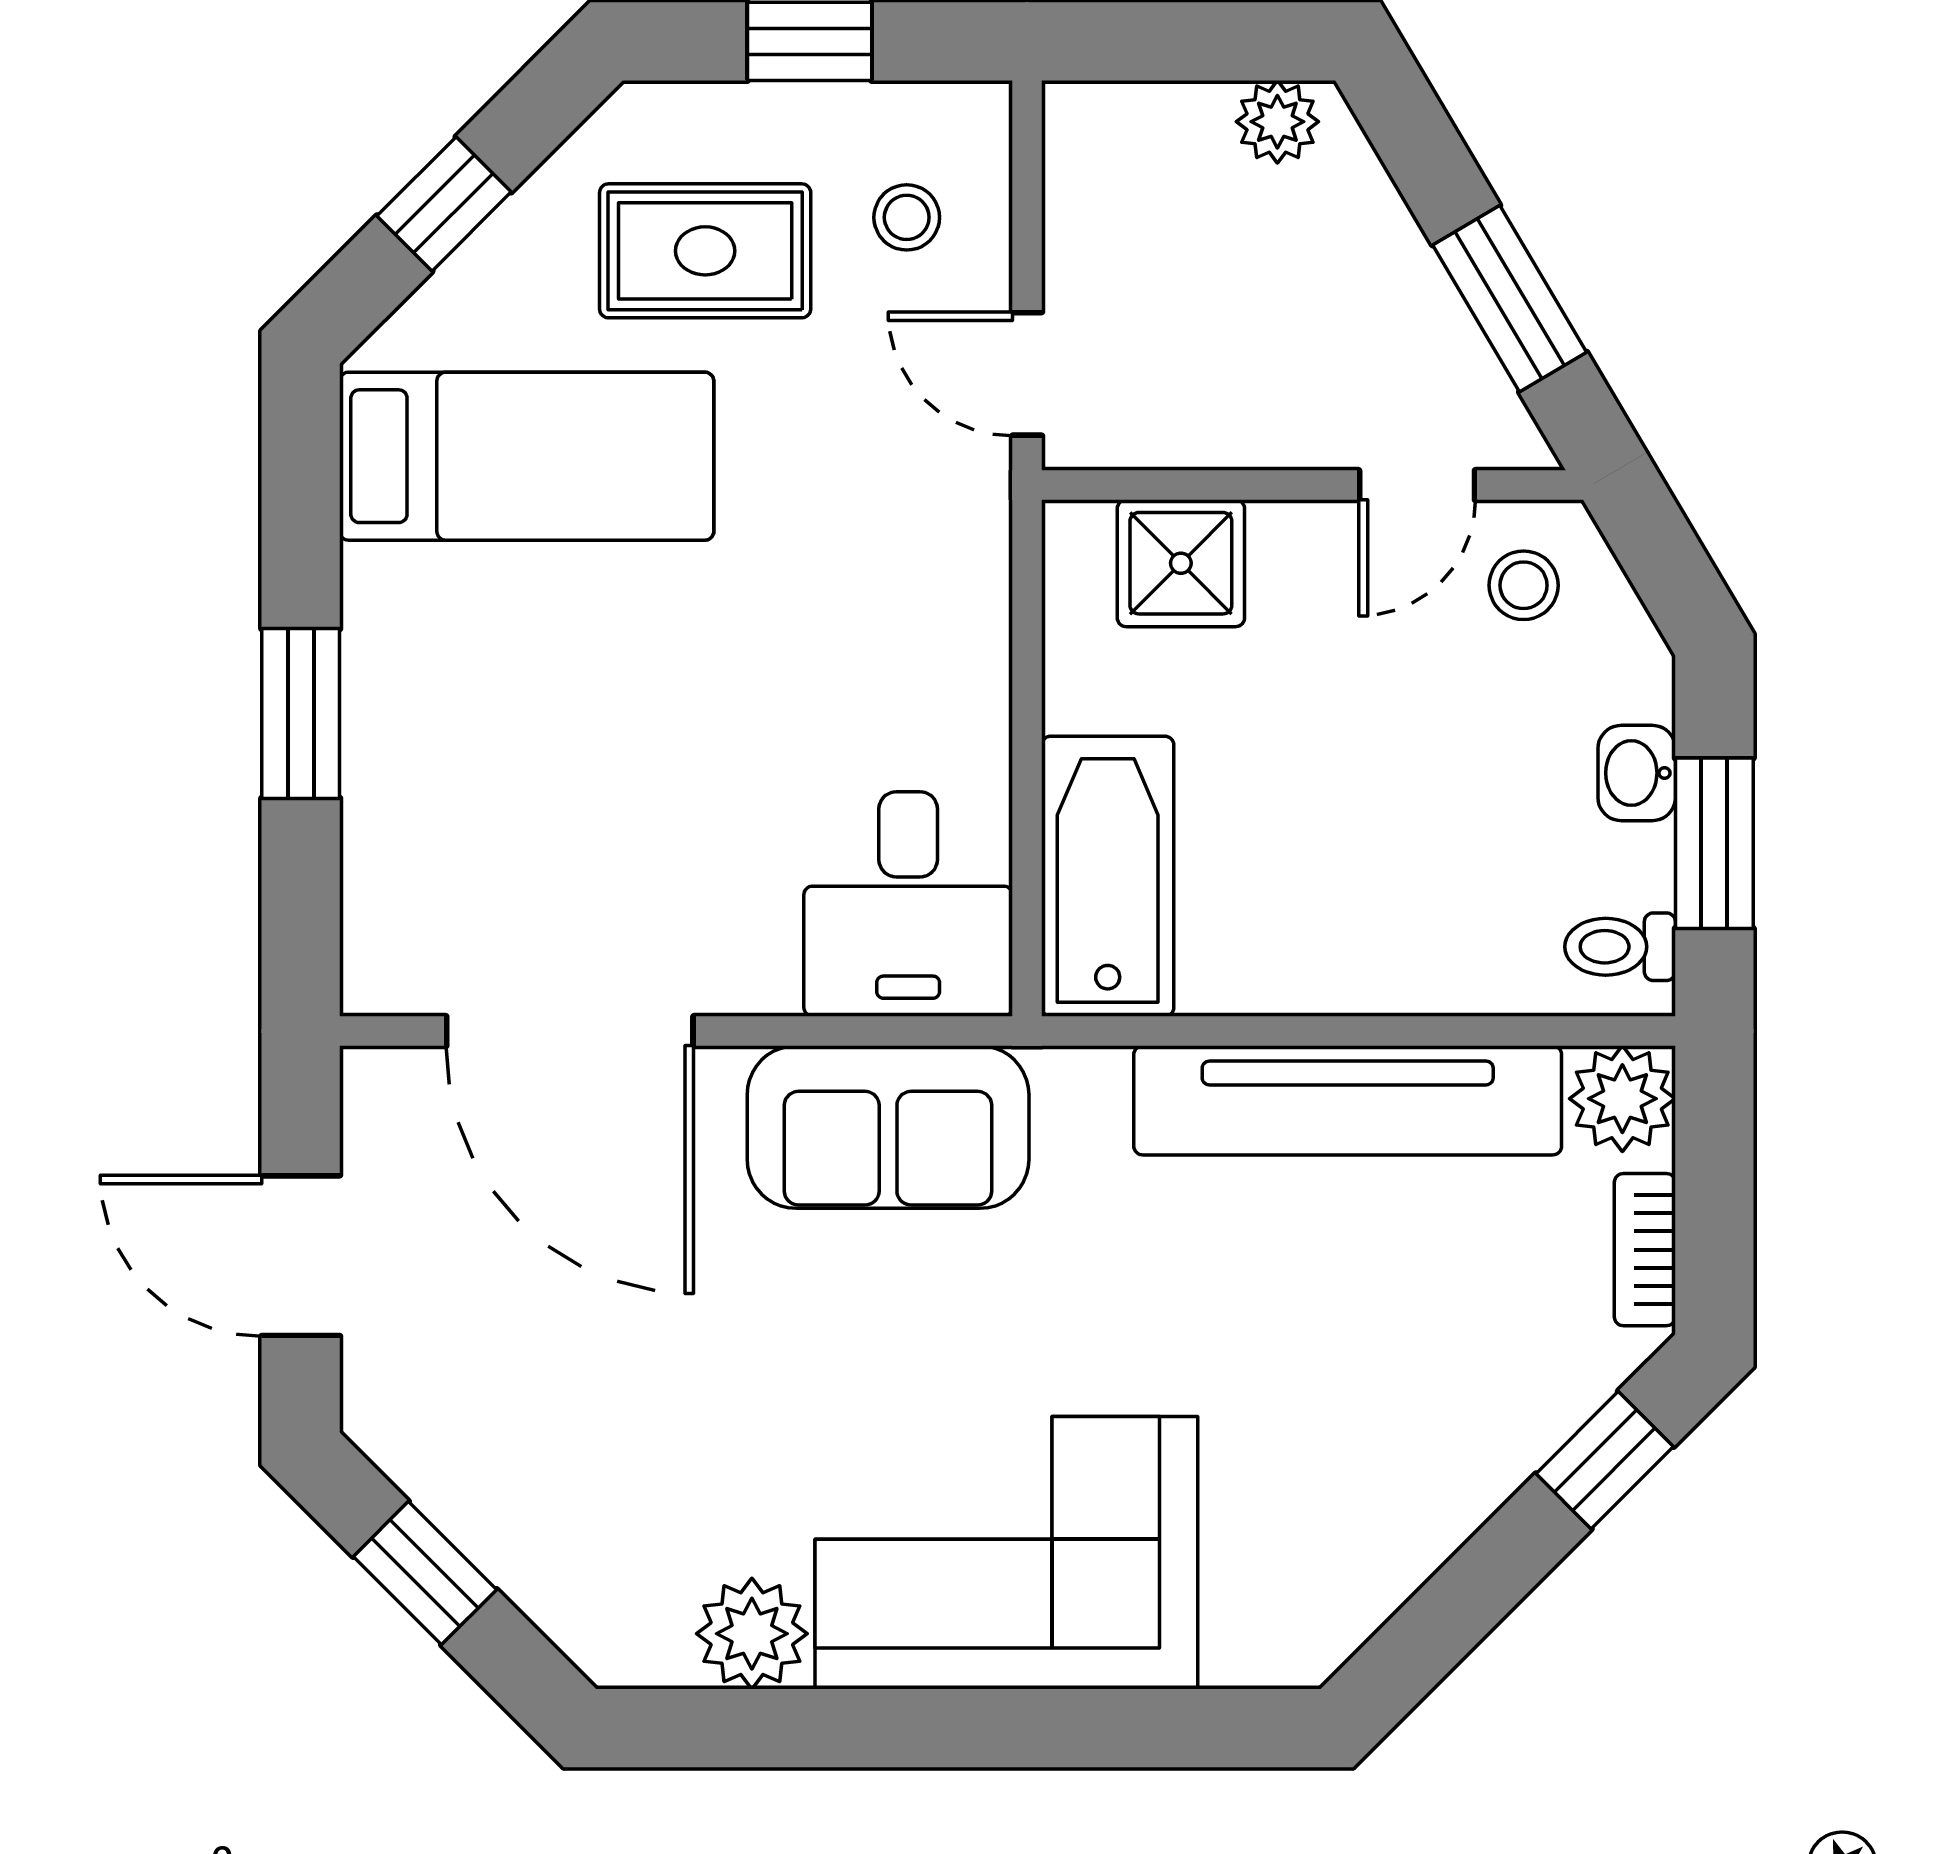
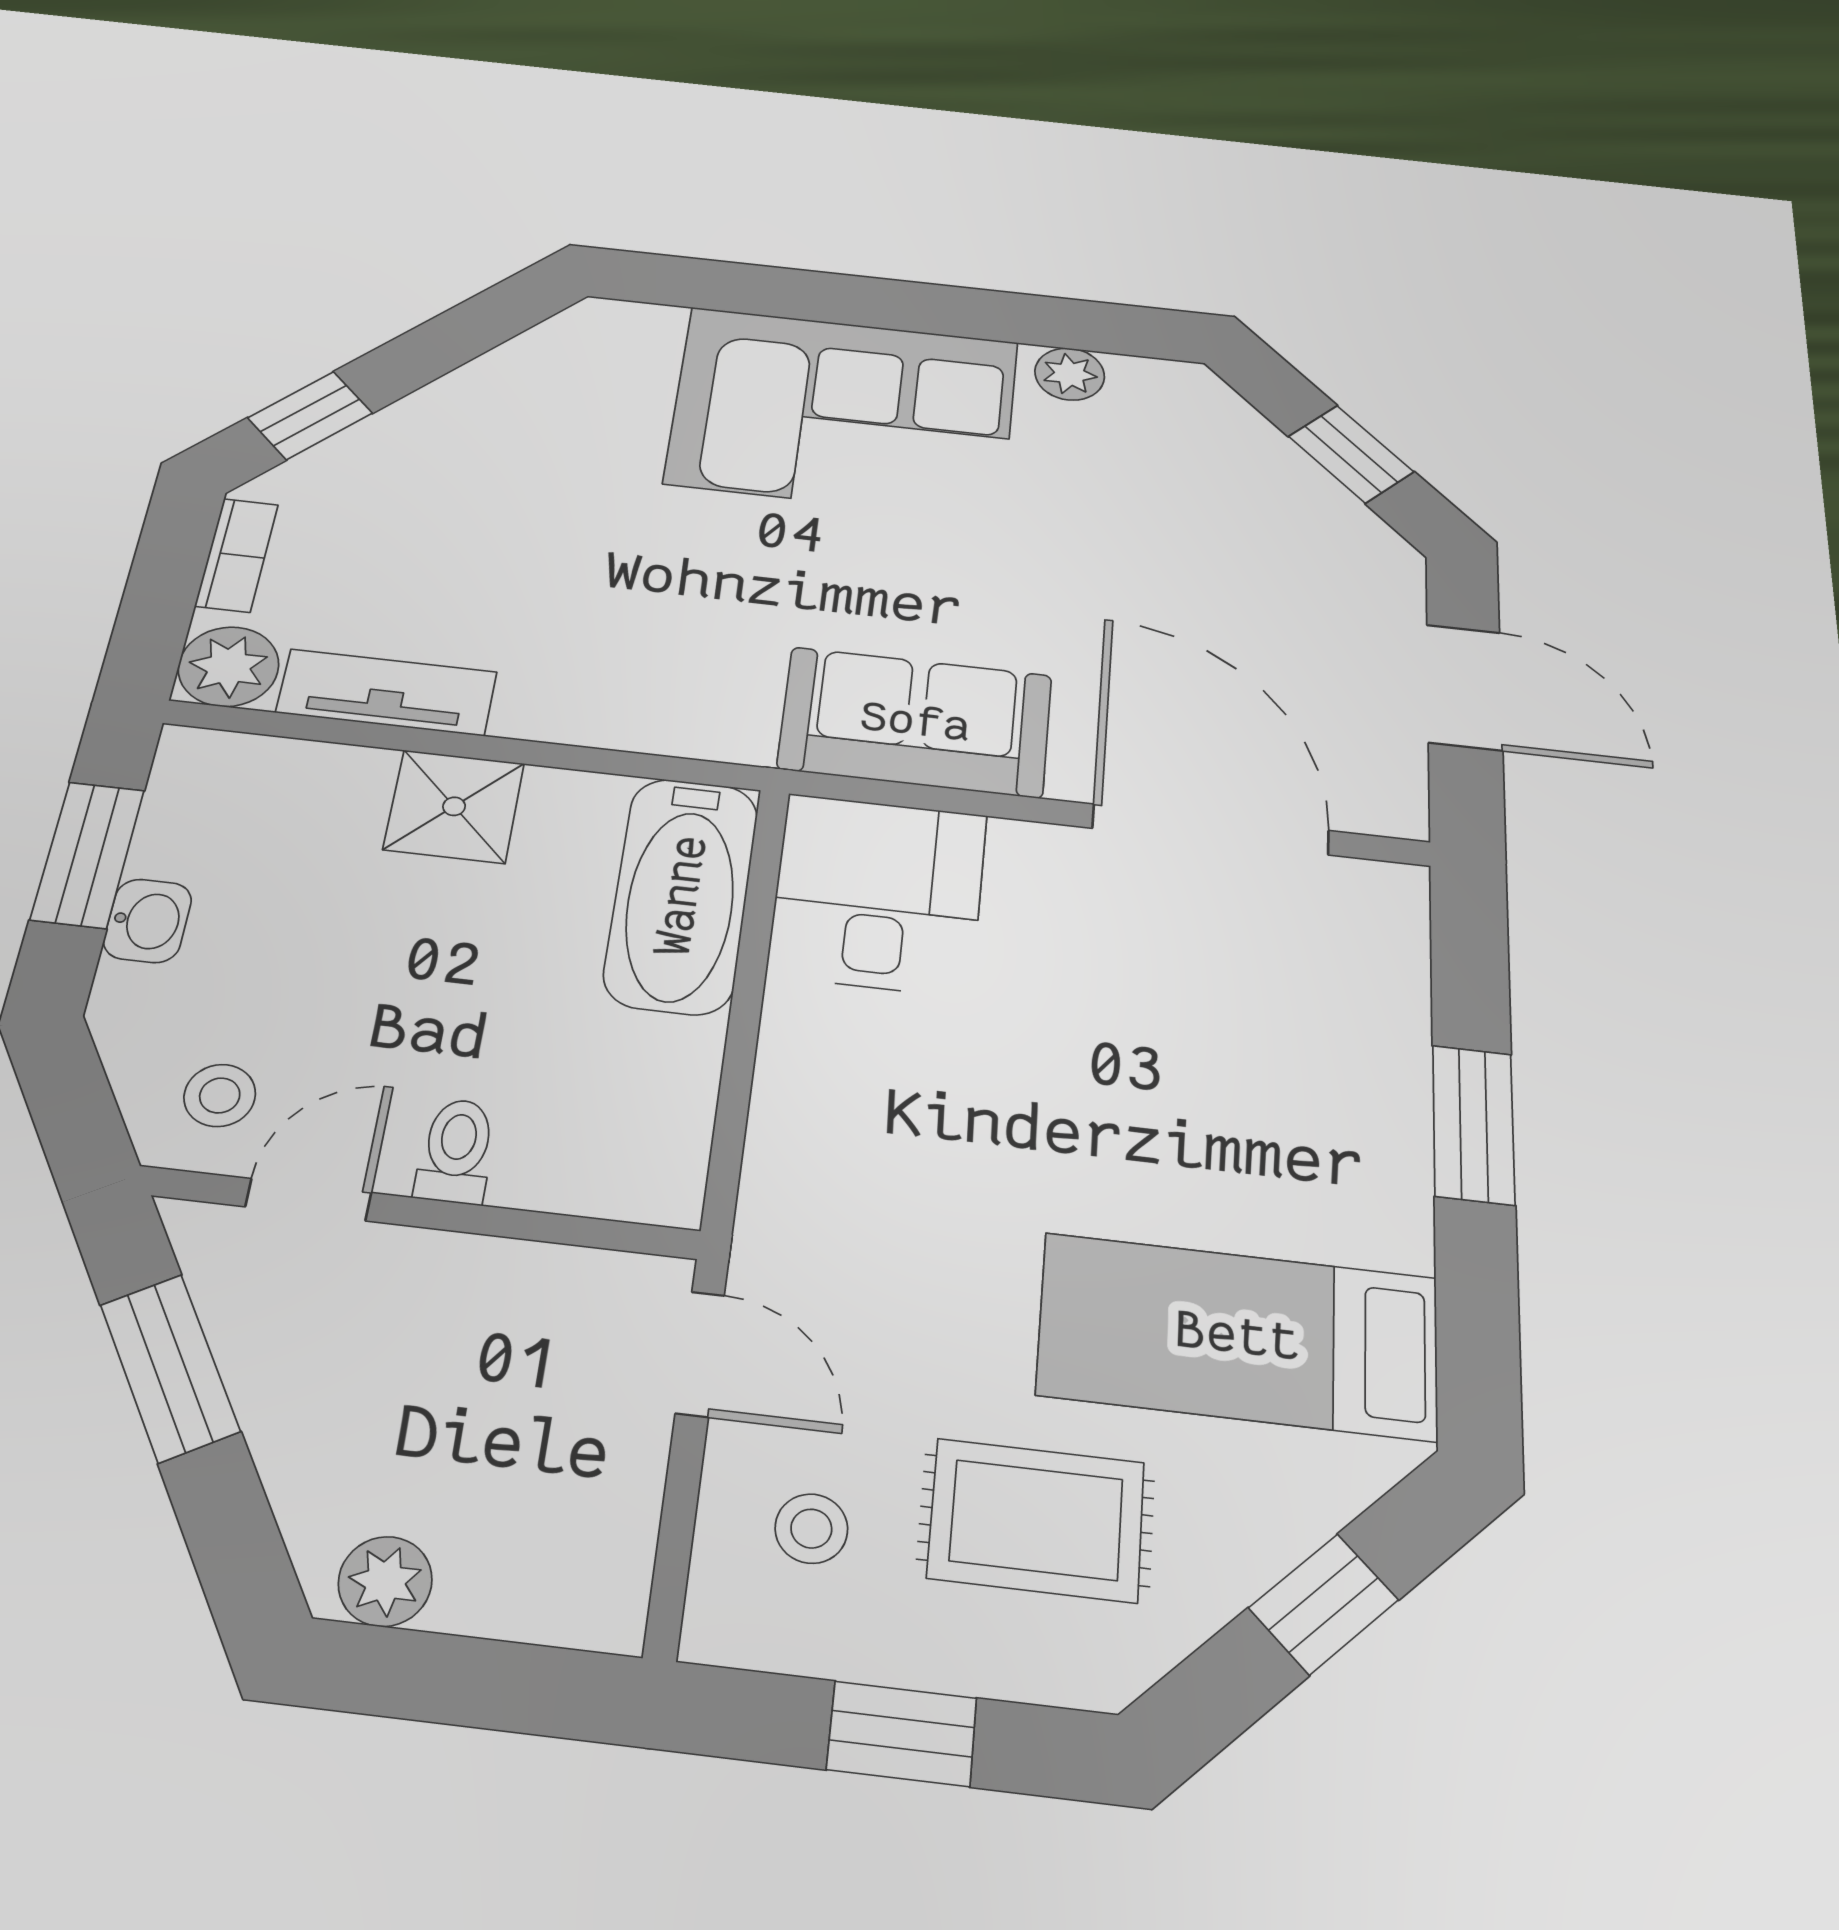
shower: (1181, 563) -> (454, 806), moved
toilet: (1620, 947) -> (456, 1151), moved, turned -90
tv unit: (1348, 1100) -> (387, 692), width x0.52, depth x0.78
plant: (752, 1634) -> (1070, 374), width x0.73, depth x0.73

